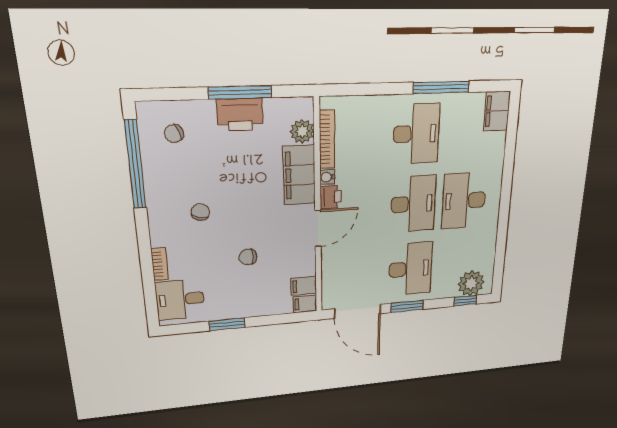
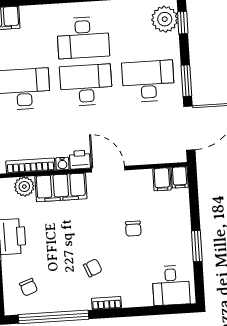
chair: (200, 212) -> (93, 268), turned 143
bookcase: (160, 264) -> (107, 303), moved

